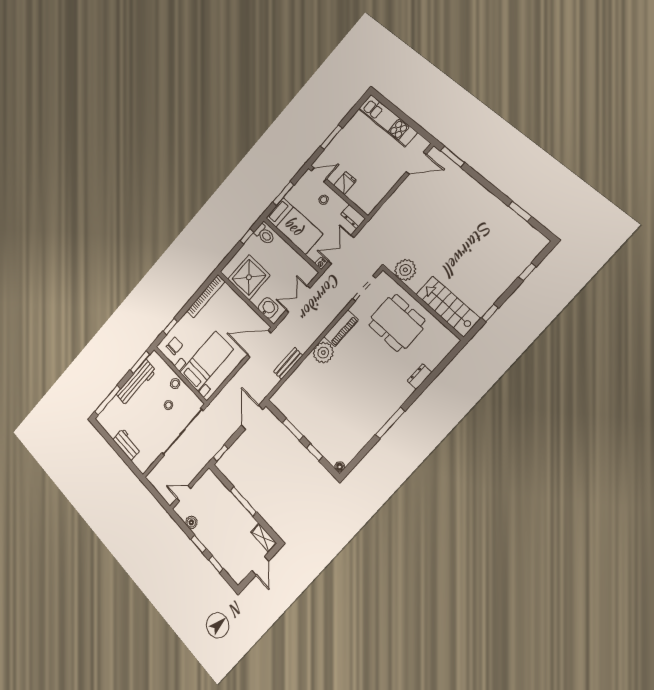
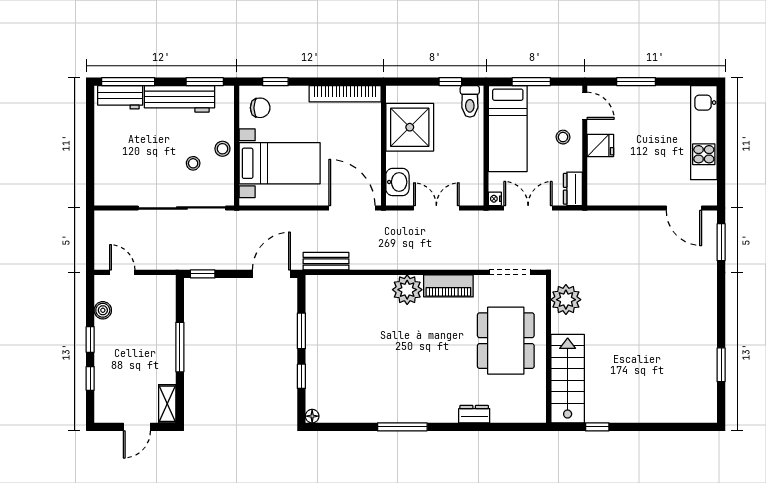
window: (527, 272) -> (668, 427), removed
bench: (288, 364) -> (326, 261), moved
workbench: (127, 445) -> (120, 97), moved, turned 90

